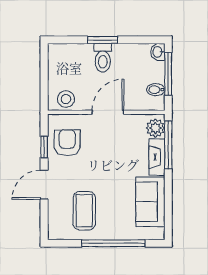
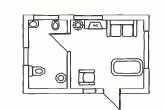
toilet: (103, 58) -> (37, 71), moved
door: (108, 112) -> (69, 43), moved
armchair: (67, 143) -> (87, 77), turned 180
coffee table: (84, 211) -> (127, 67), width x1.36, depth x1.32

